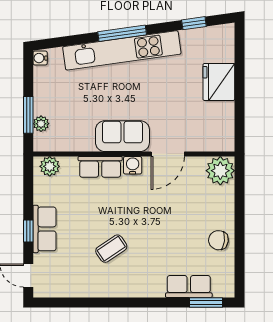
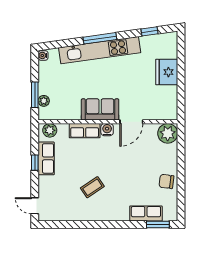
row of seats: (44, 229) -> (46, 158), moved
window: (28, 231) -> (35, 163), moved

